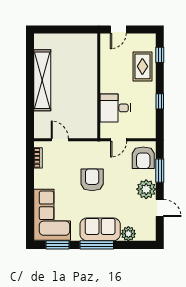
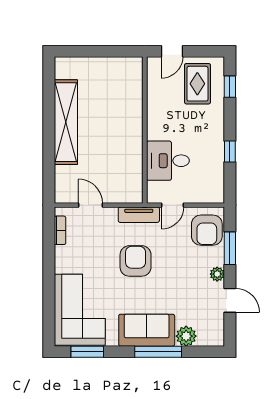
rug: (142, 66) -> (197, 84), moved
tv unit: (94, 147) -> (139, 215), added
plant: (146, 189) -> (217, 274), width x0.53, depth x0.53
window: (97, 245) -> (158, 352), moved

